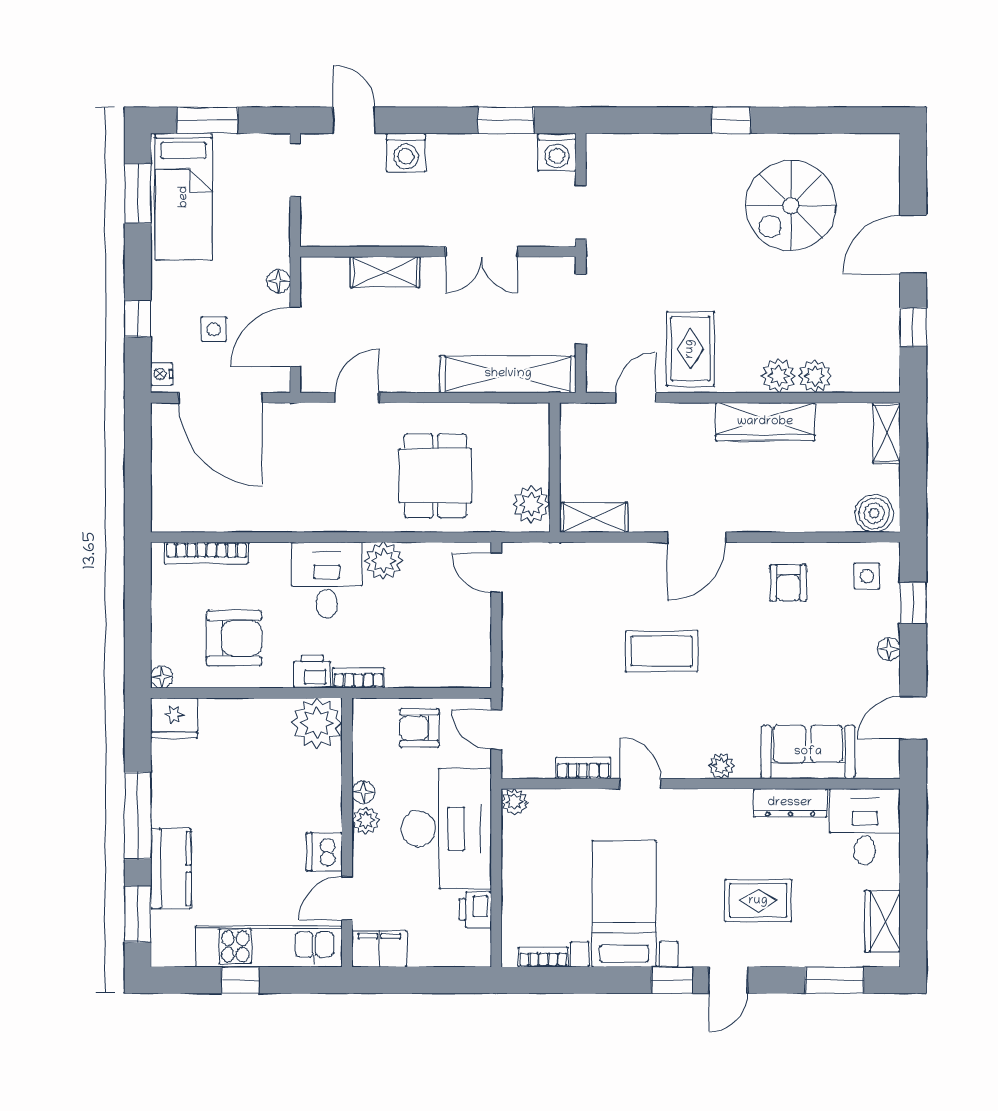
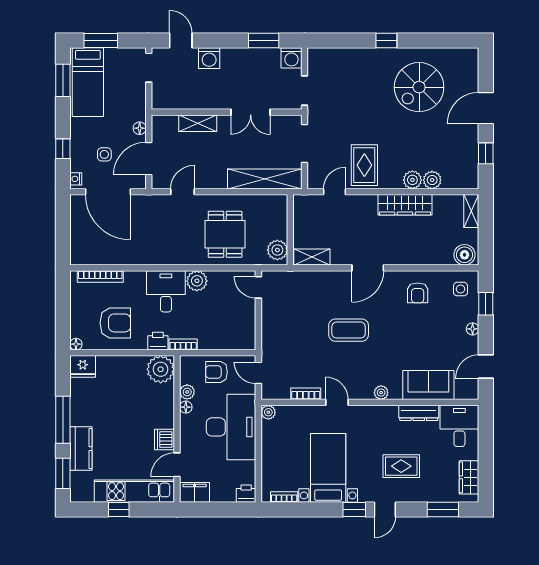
plant: (366, 820) -> (187, 392), moved
printer: (475, 910) -> (246, 494), moved, turned 90

